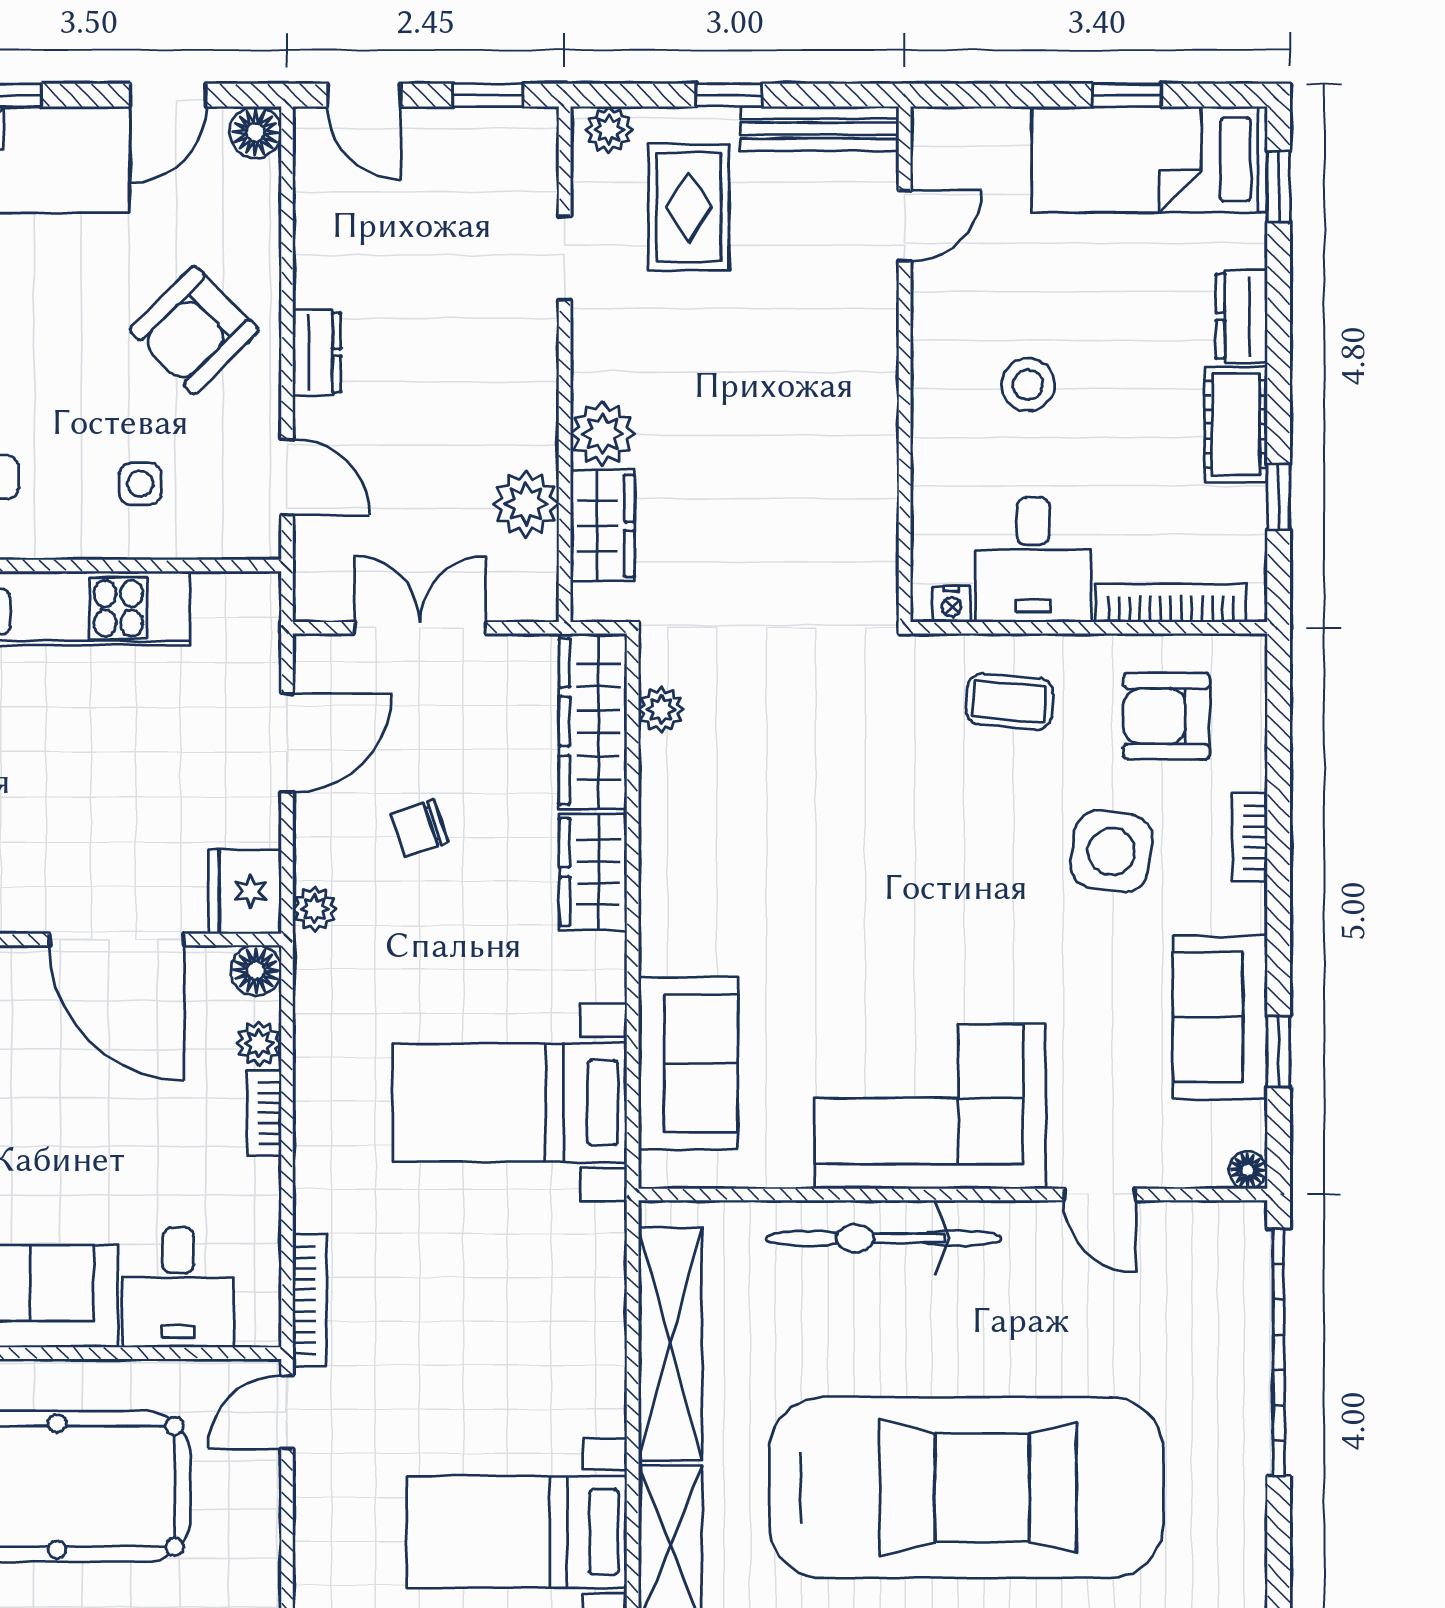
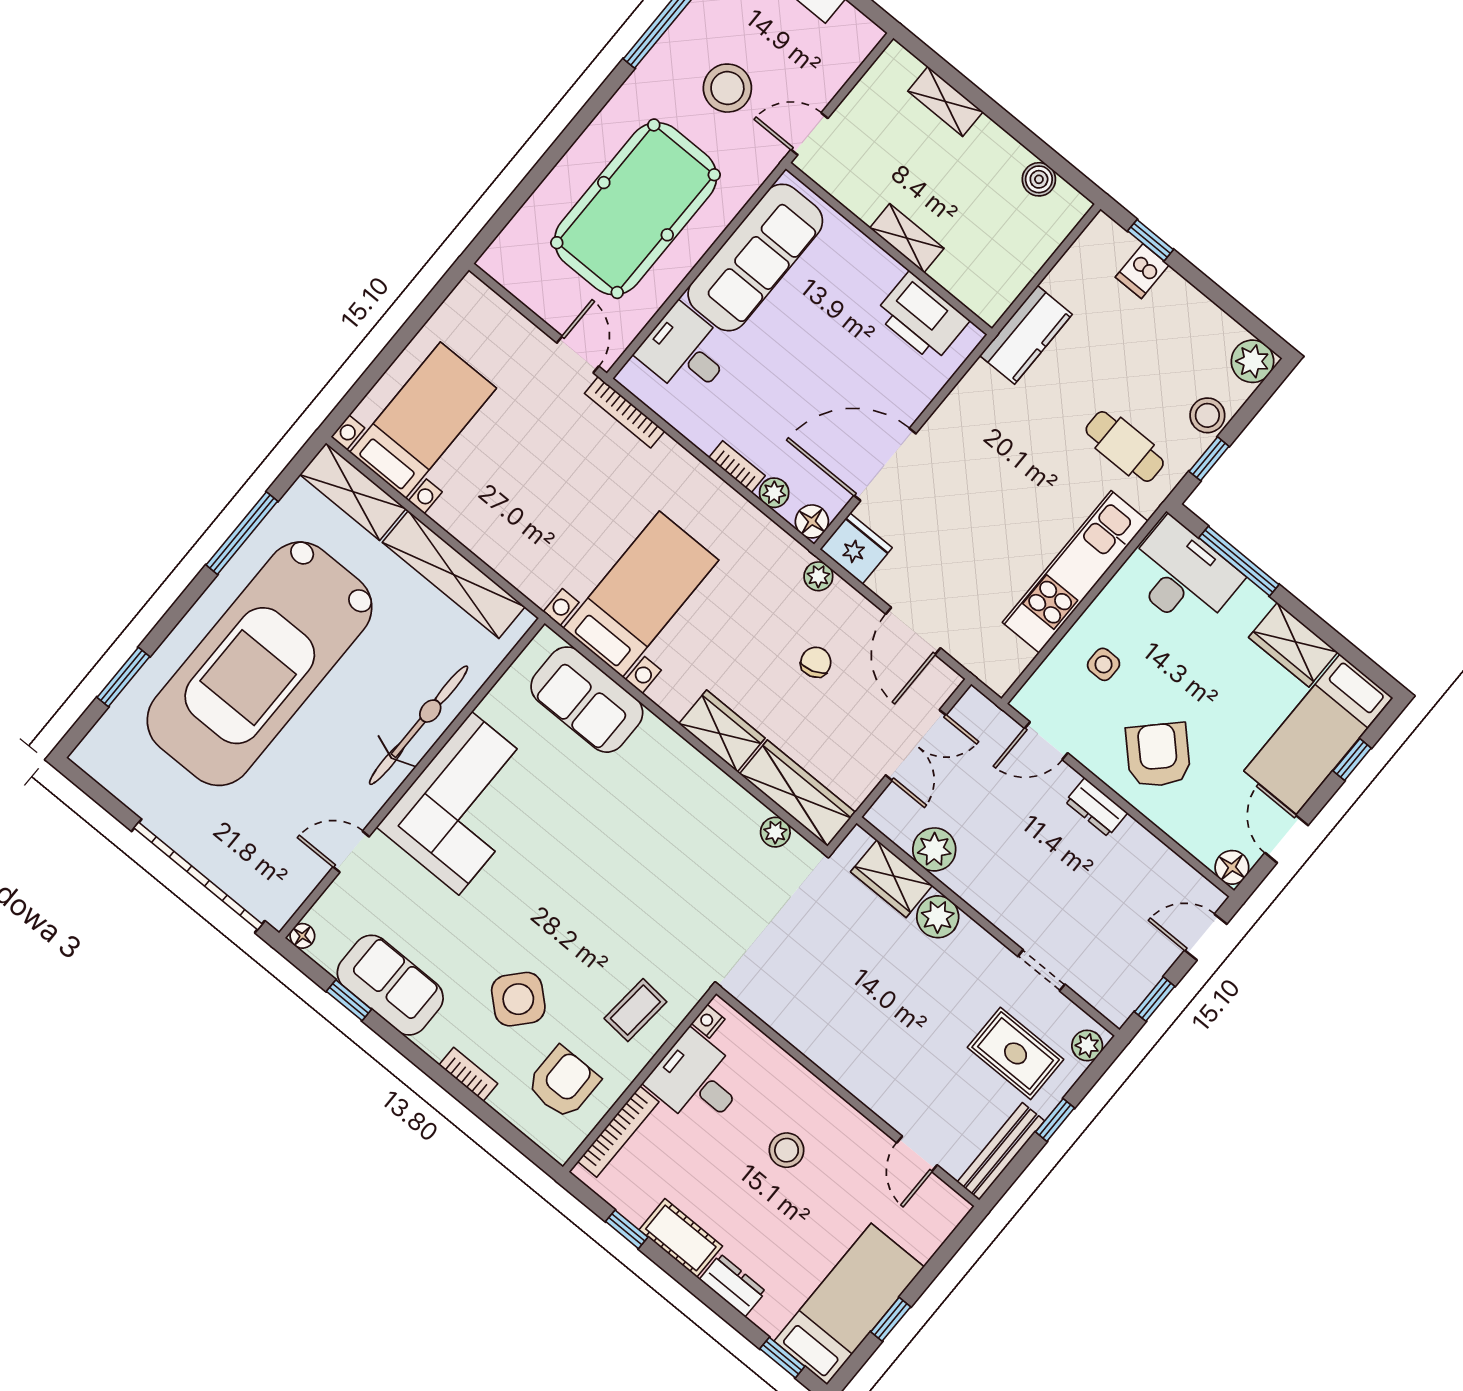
side table: (1111, 851) -> (518, 999), turned 34

